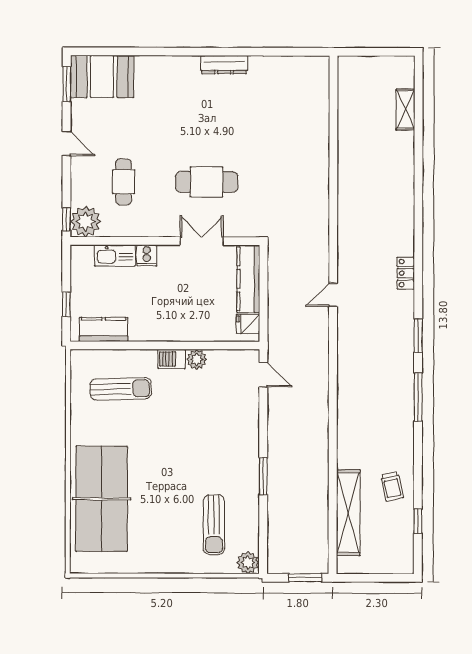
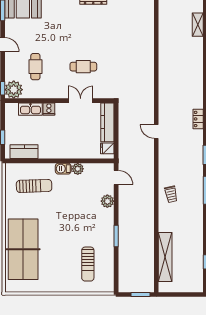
cafe table: (207, 182) -> (83, 67), width x0.73, depth x0.74
door: (333, 295) -> (156, 132), hinge flipped
trolley: (392, 486) -> (171, 194), moved
plant: (248, 563) -> (107, 201), moved

